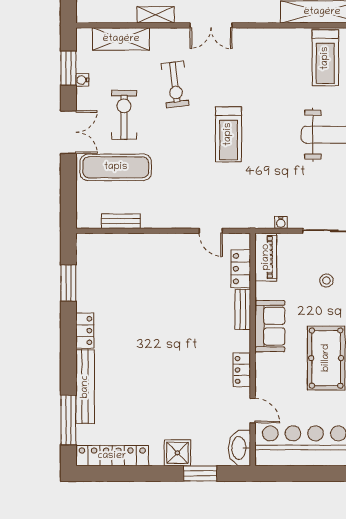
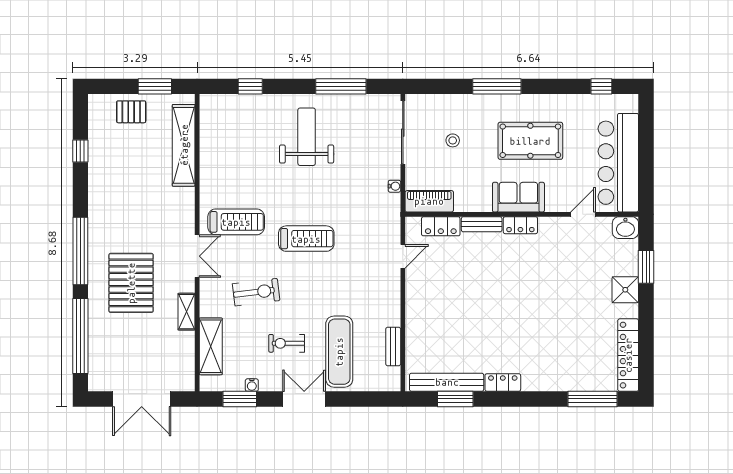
treadmill: (325, 58) -> (236, 222), moved
exercise bike: (124, 115) -> (287, 343), width x0.73, depth x0.72
sofa: (270, 326) -> (518, 197), moved
locker: (242, 370) -> (520, 225), moved
bench: (85, 387) -> (447, 382), moved
washbasin: (239, 448) -> (625, 228), width x0.72

